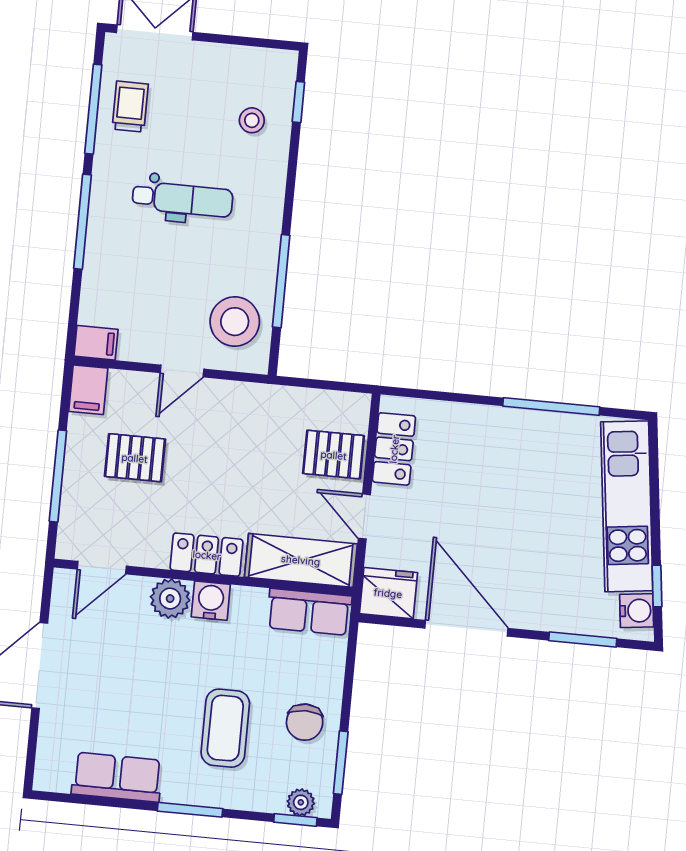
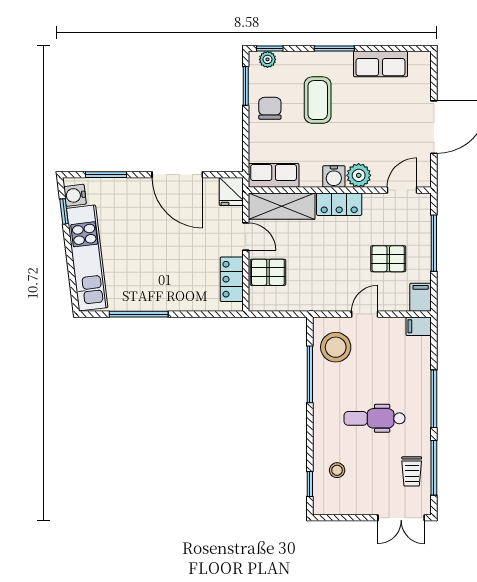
fridge: (388, 593) -> (231, 191), width x0.72

